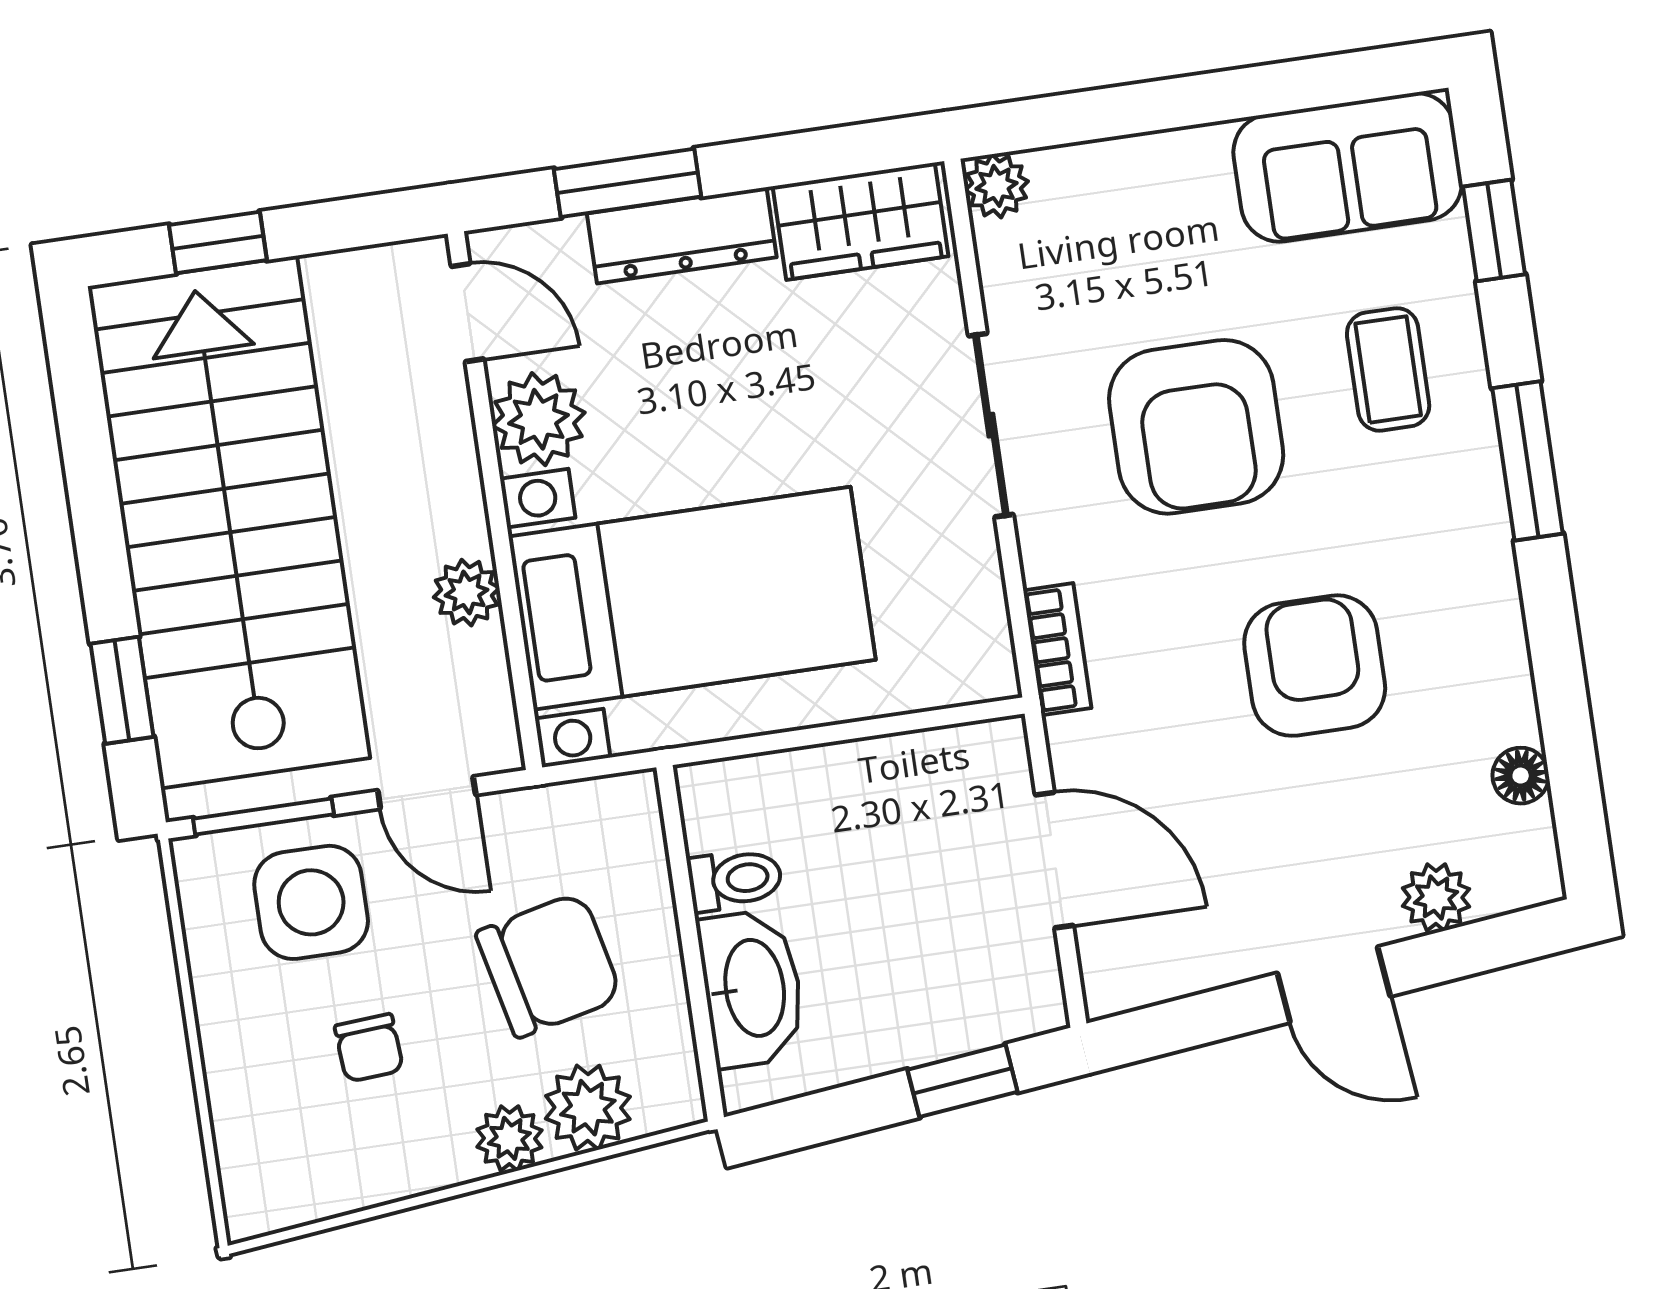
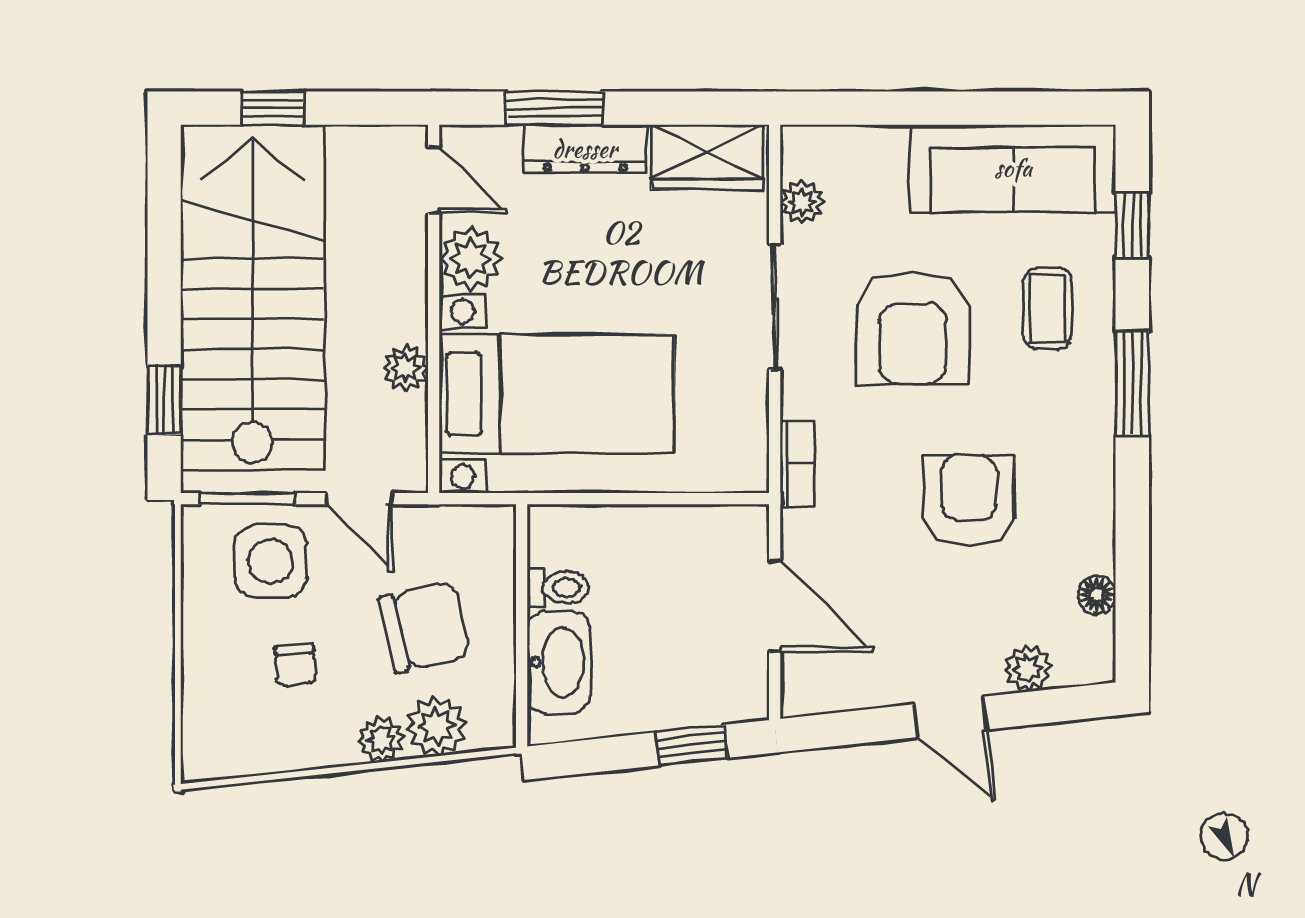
sofa: (1348, 167) -> (1013, 168), width x1.36
plant: (996, 186) -> (802, 202), moved

